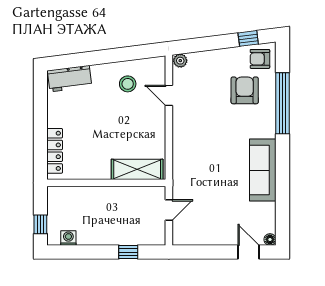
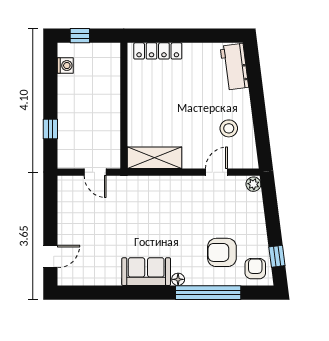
armchair: (245, 90) -> (222, 252), turned 180
shelving: (137, 169) -> (154, 158), moved, turned 90
sofa: (263, 170) -> (146, 272), width x0.73
floor lamp: (270, 240) -> (178, 279), moved

